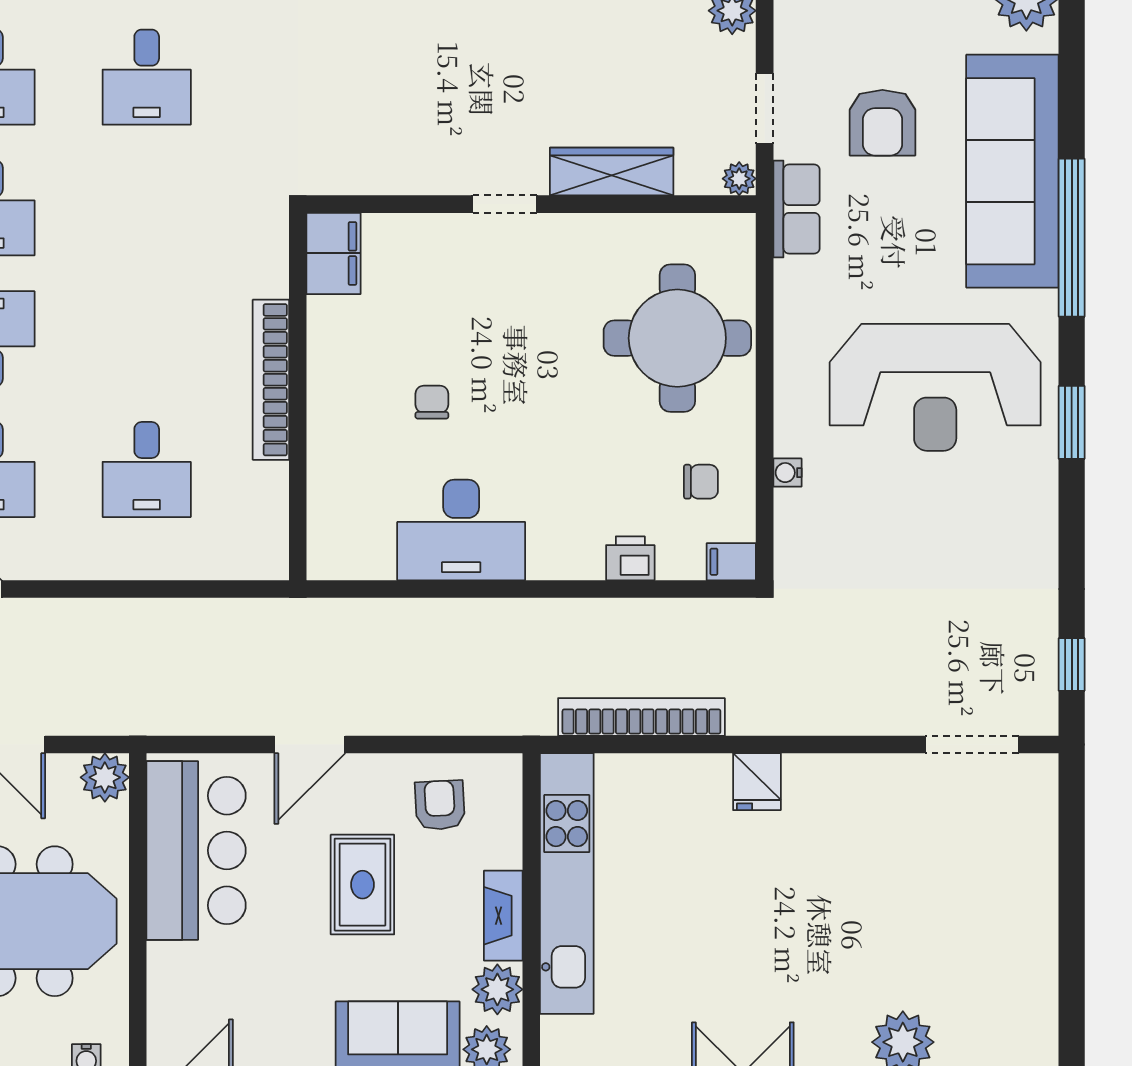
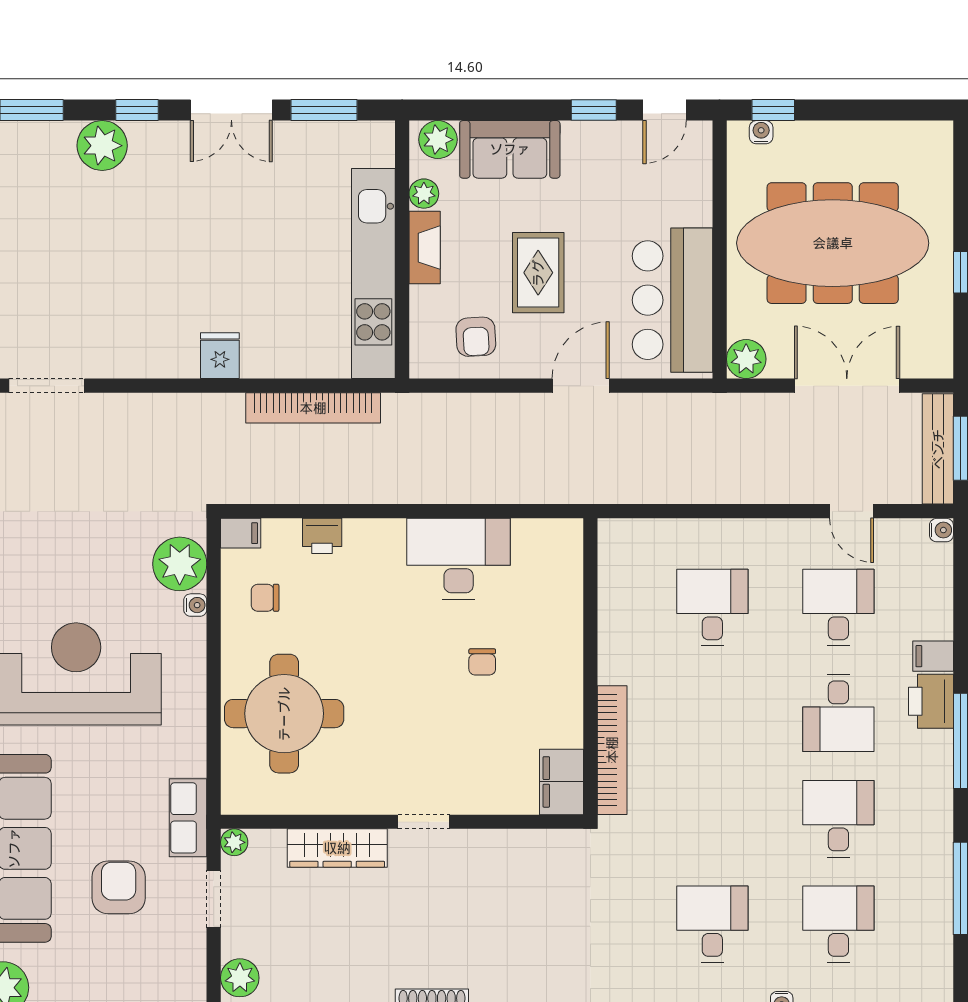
bookcase: (271, 380) -> (612, 750), moved
plant: (807, 524) -> (180, 564), added
plant: (497, 989) -> (424, 194), width x0.73, depth x0.73

